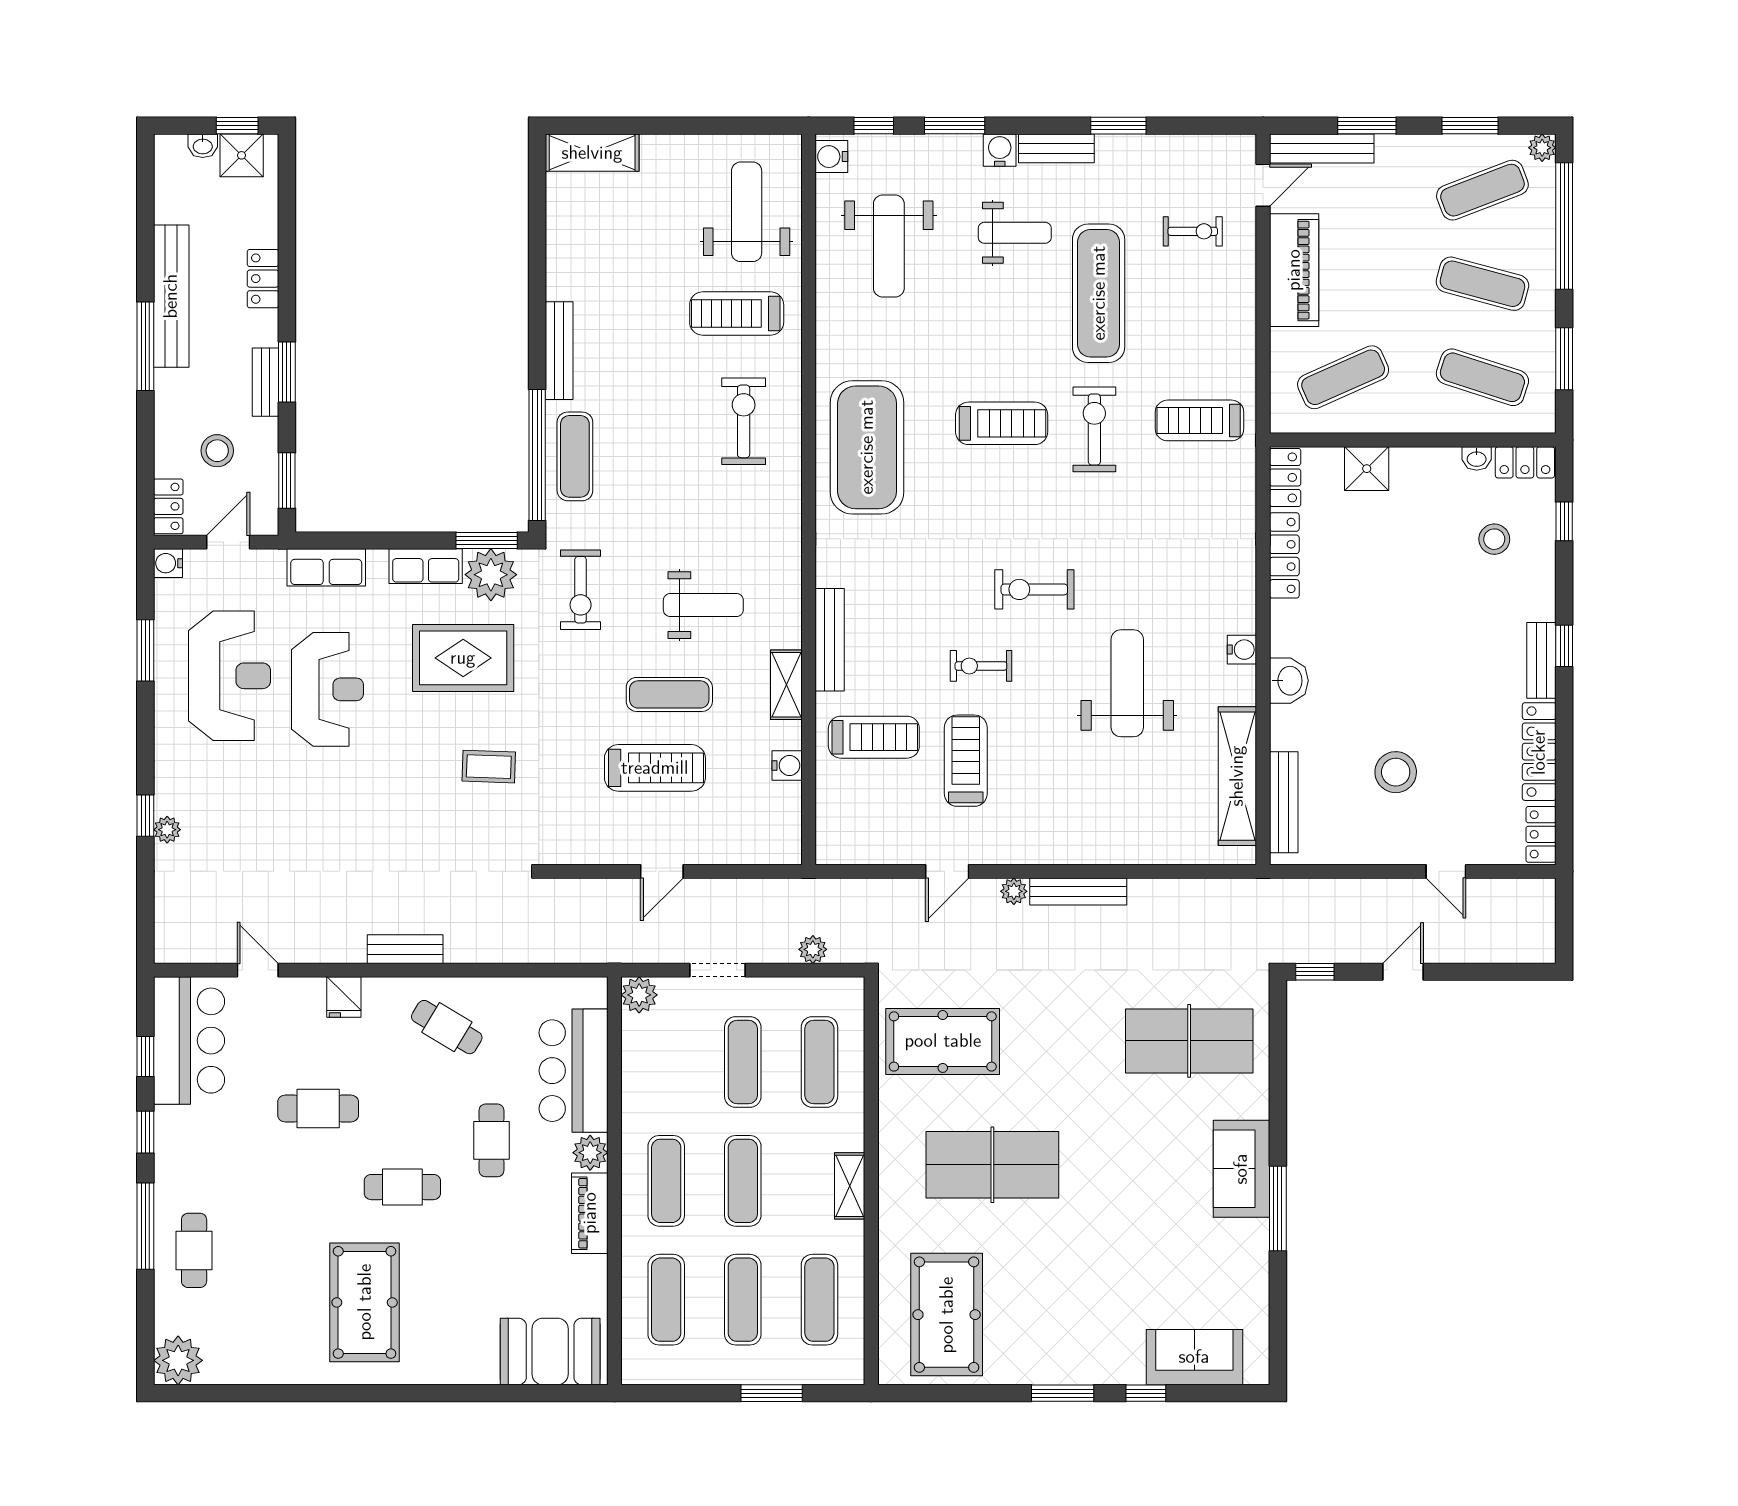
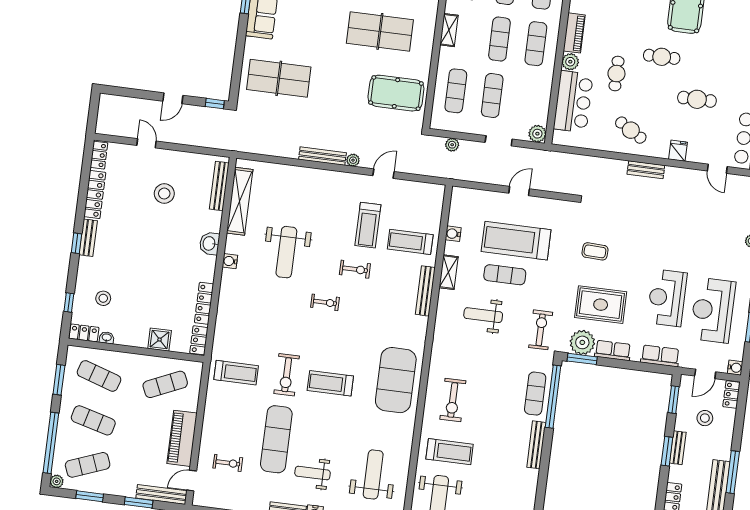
exercise bike: (1193, 231) -> (228, 463), turned 180
exercise bike: (1034, 589) -> (325, 302), width x0.73, depth x0.72
treadmill: (655, 768) -> (516, 241), width x1.37, depth x1.38

